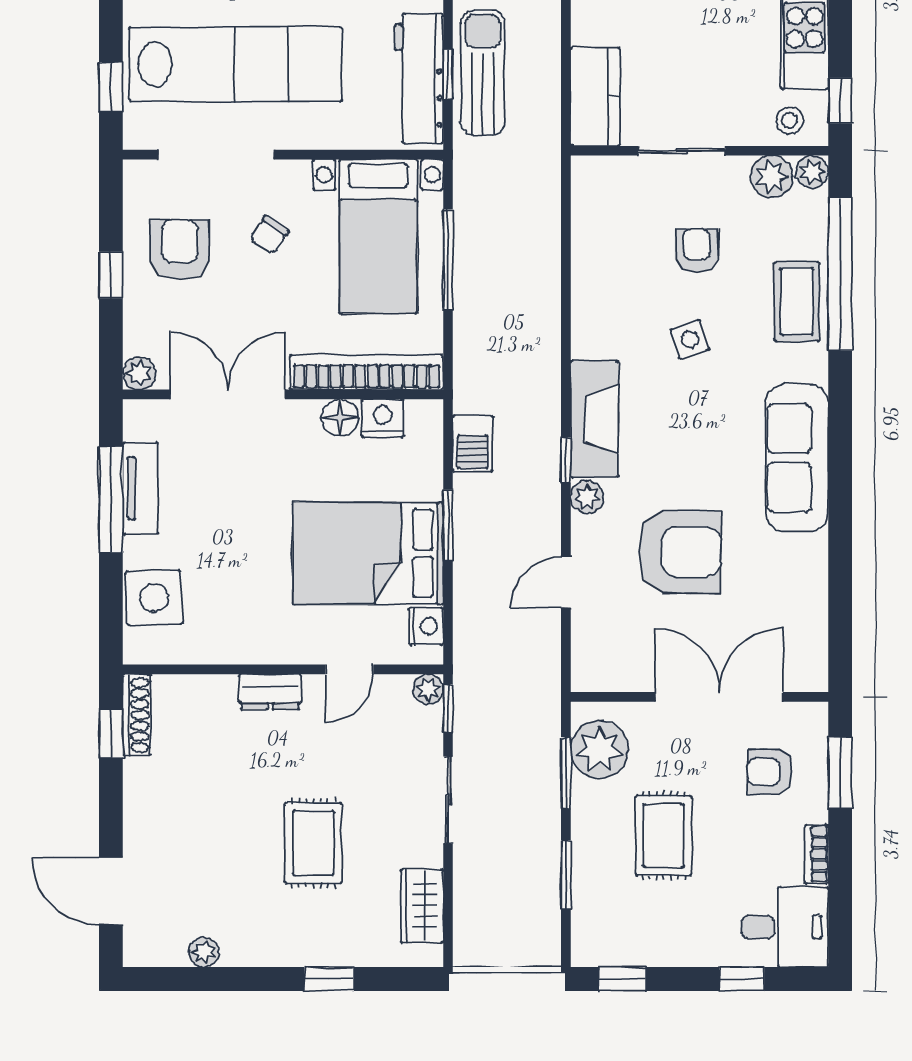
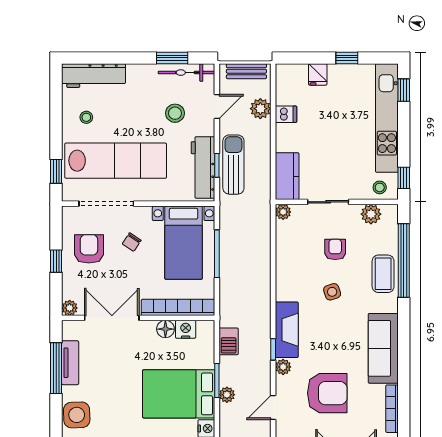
plant: (812, 172) -> (283, 212), moved
plant: (469, 555) -> (227, 395), added
bookcase: (816, 585) -> (392, 409), added

